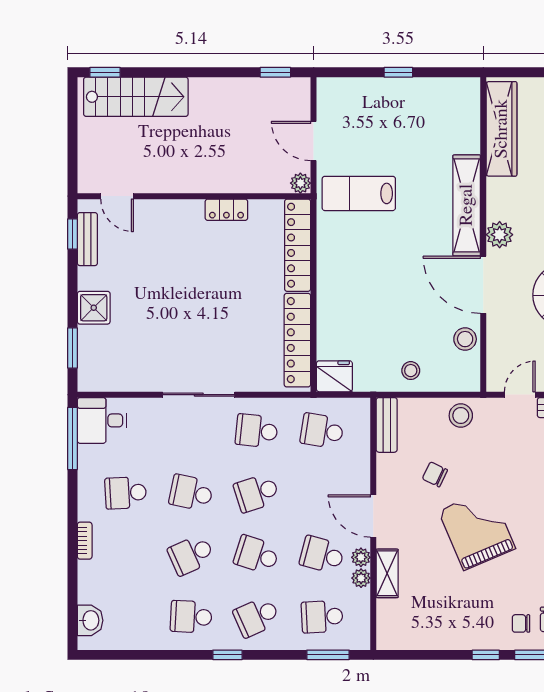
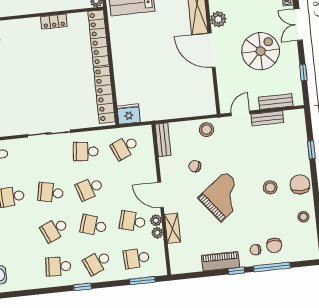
stool: (465, 339) -> (204, 84), removed
stool: (411, 371) -> (174, 106), removed
school desk: (322, 431) -> (125, 147), turned -33
grand piano: (477, 530) -> (223, 197), turned 75
piano: (461, 636) -> (220, 261), added

